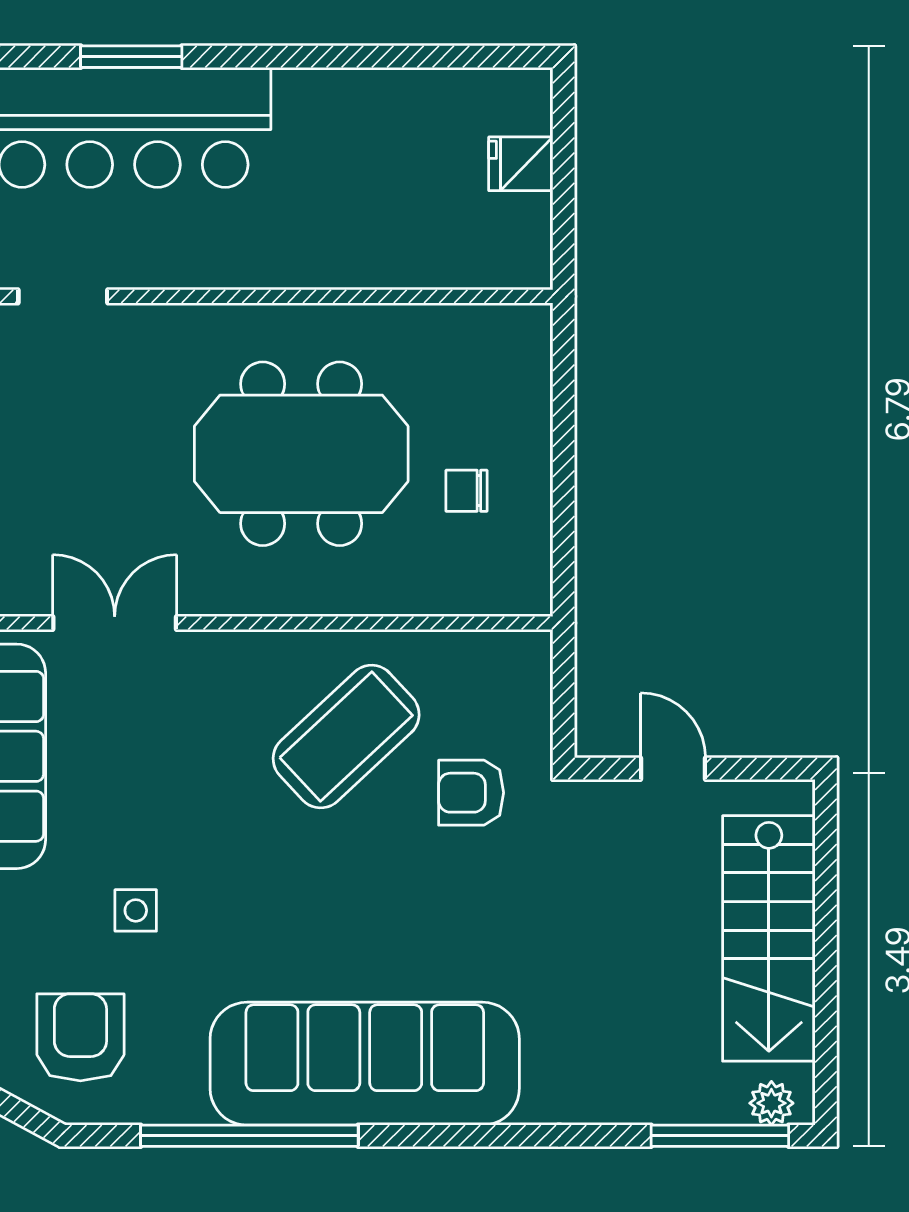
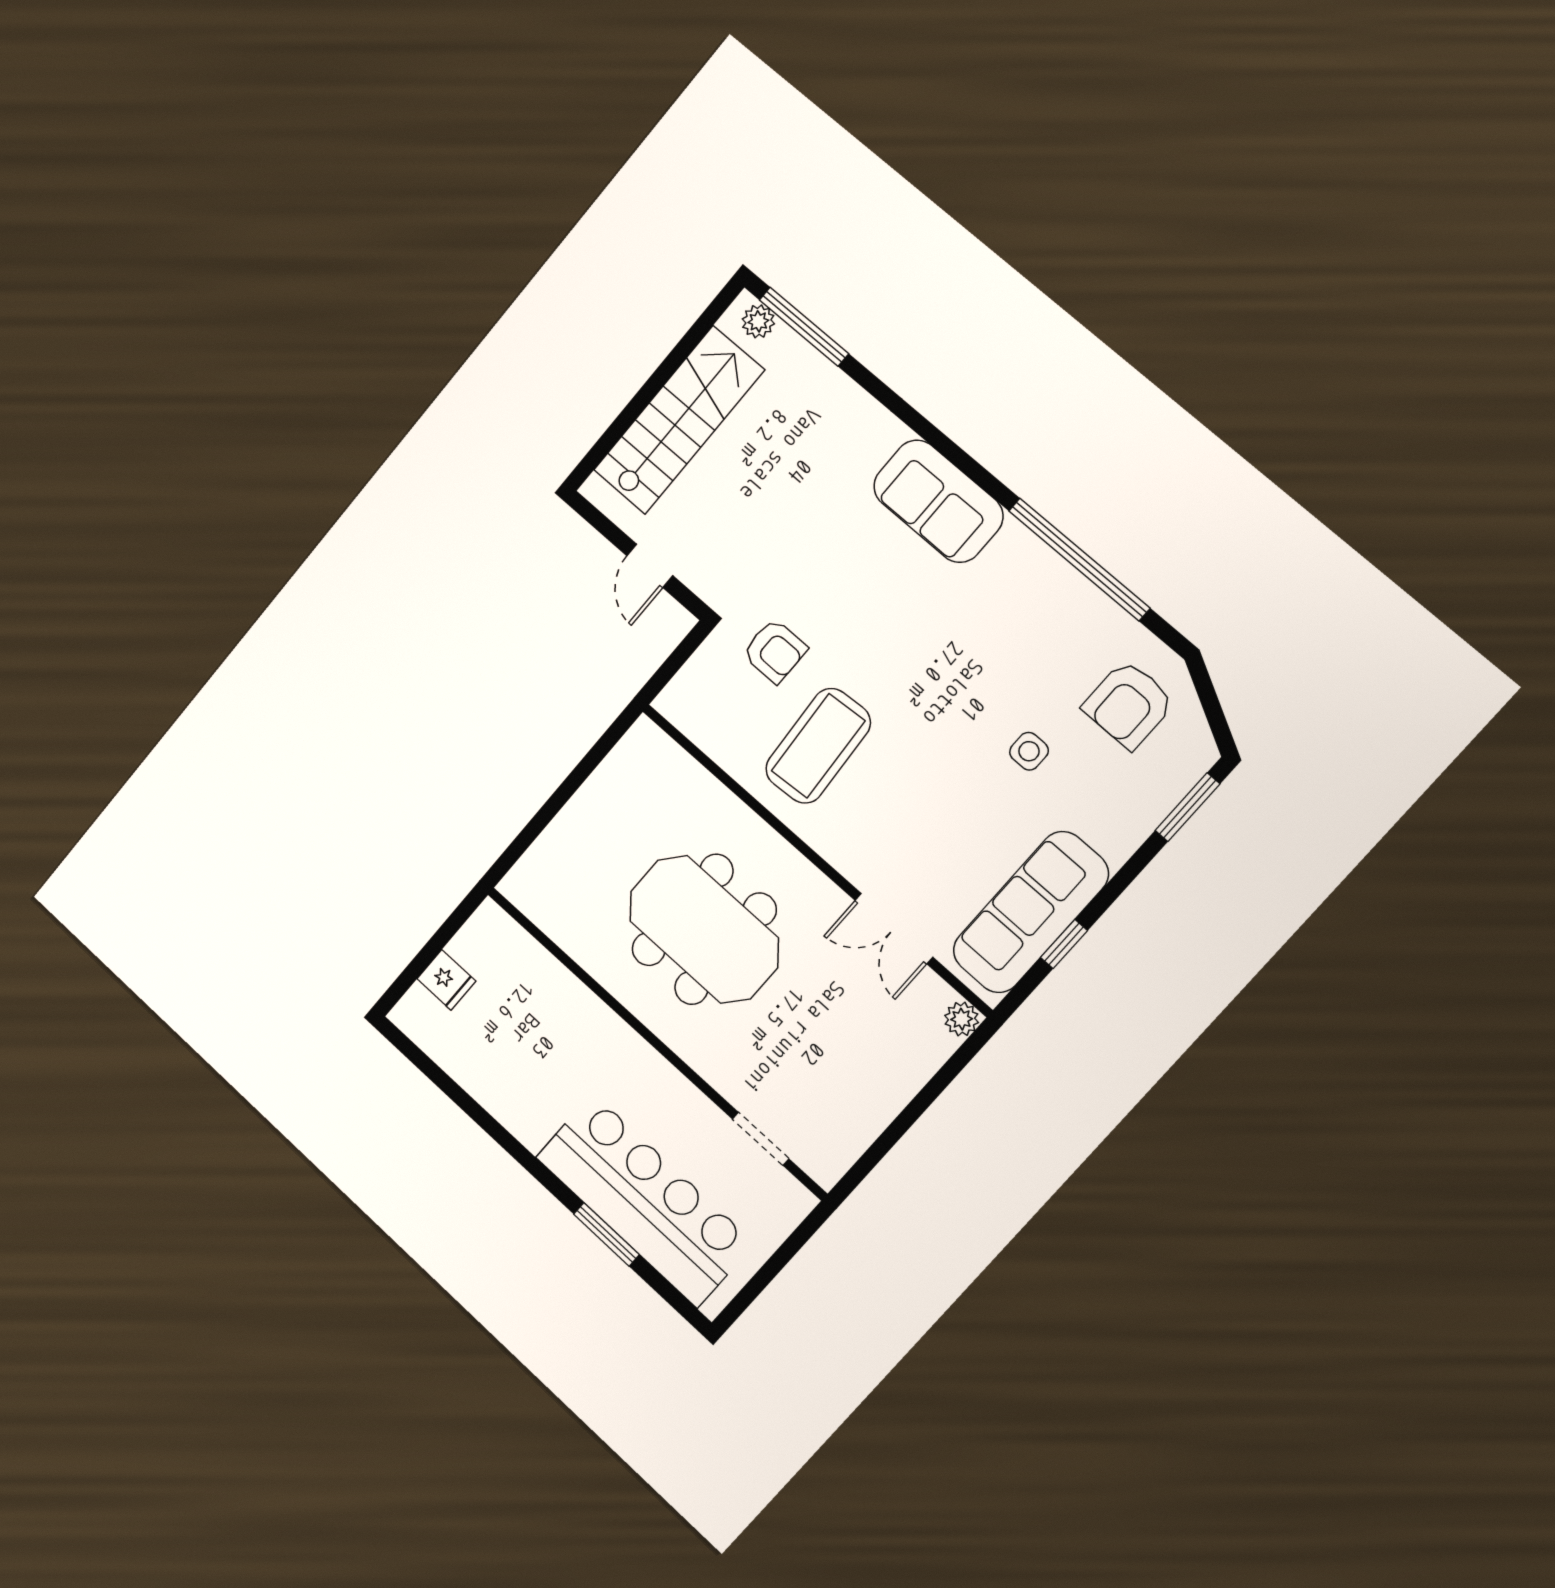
chair: (467, 491) -> (630, 826), removed
coffee table: (346, 737) -> (818, 746), turned -51
sofa: (365, 1064) -> (938, 501), width x0.54, depth x0.79

